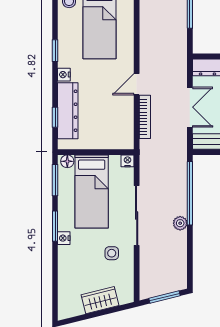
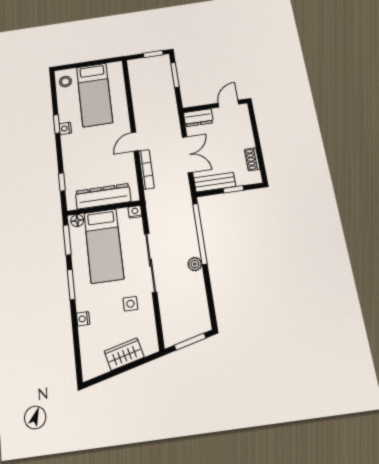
nightstand: (64, 75) -> (65, 128), moved
dresser: (68, 111) -> (103, 196), moved, turned -90
nightstand: (64, 238) -> (83, 319), moved

